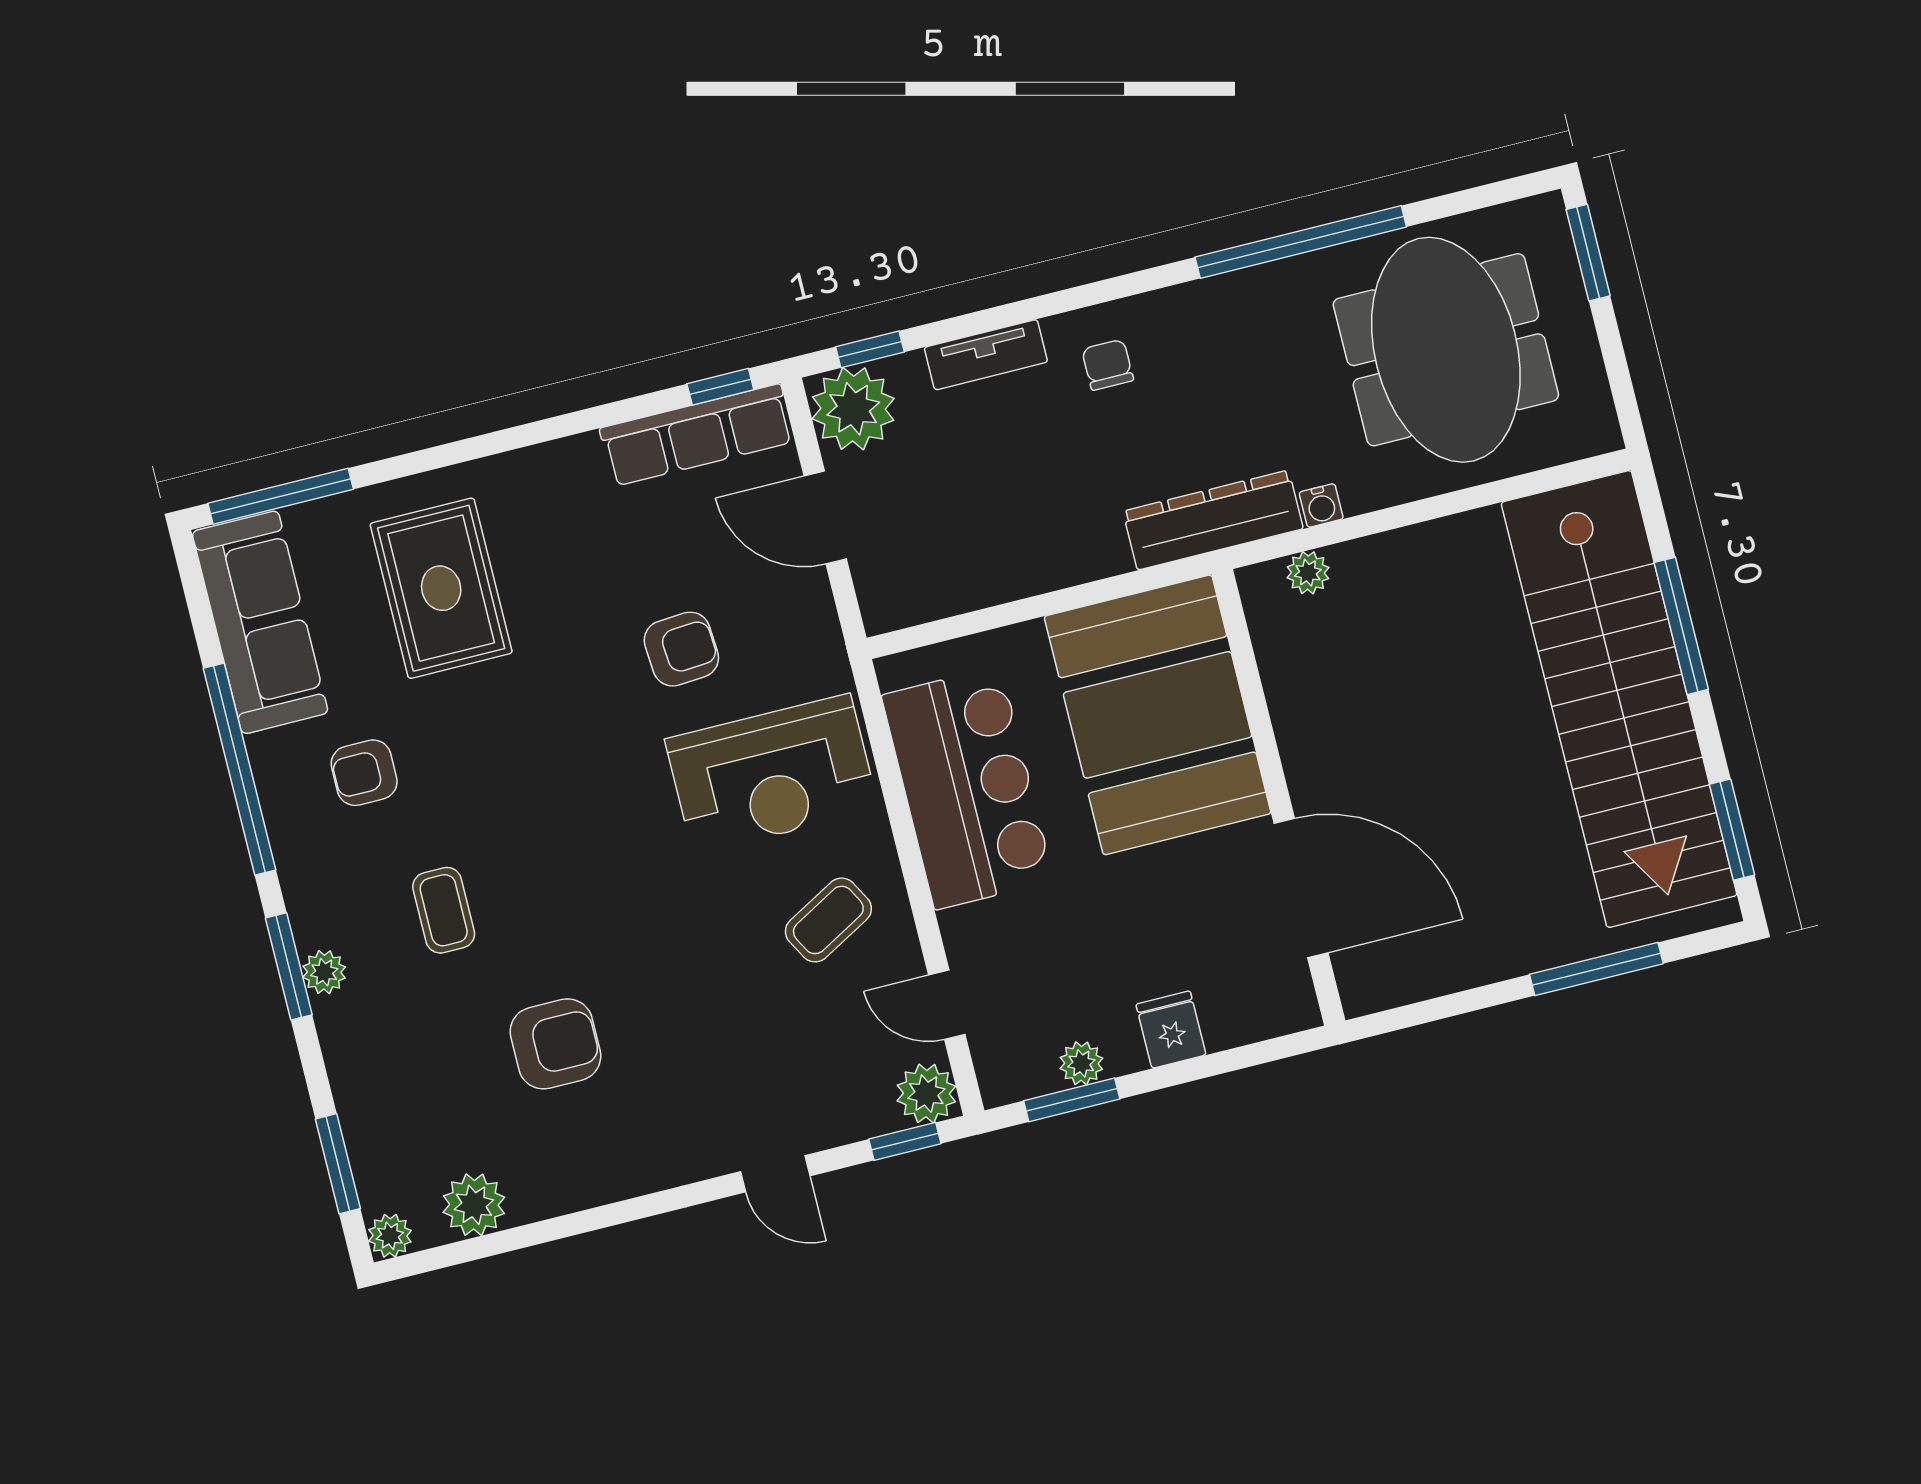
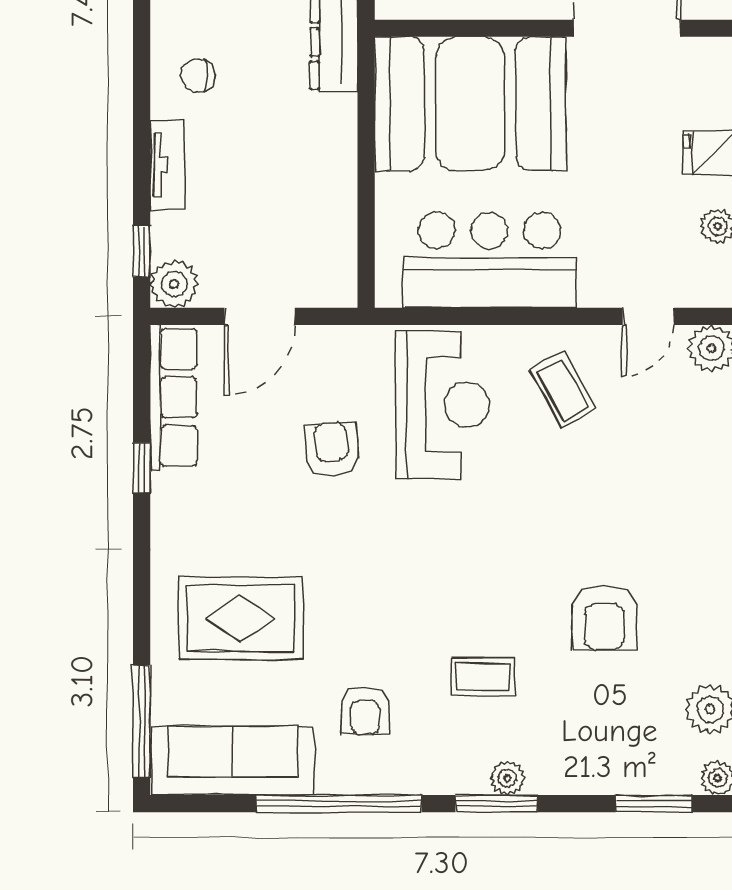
window: (720, 387) -> (142, 468), moved
plant: (853, 409) -> (174, 284), width x0.73, depth x0.73
armchair: (555, 1044) -> (605, 618), turned 180

